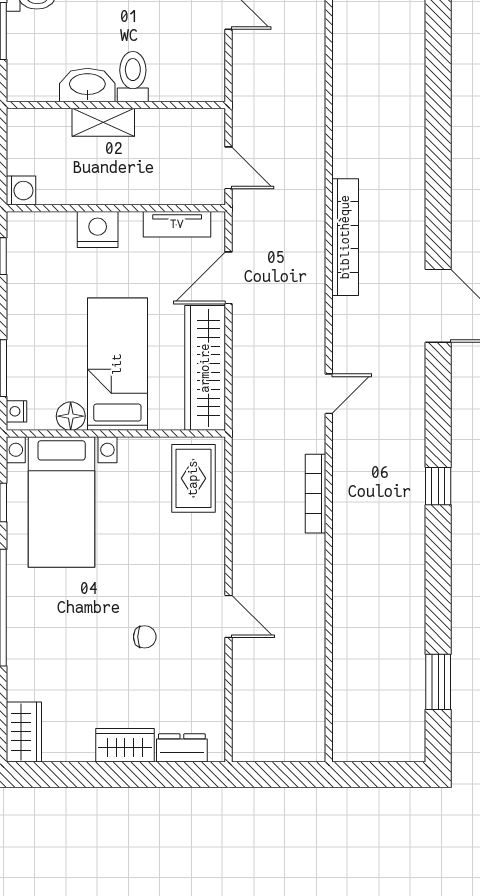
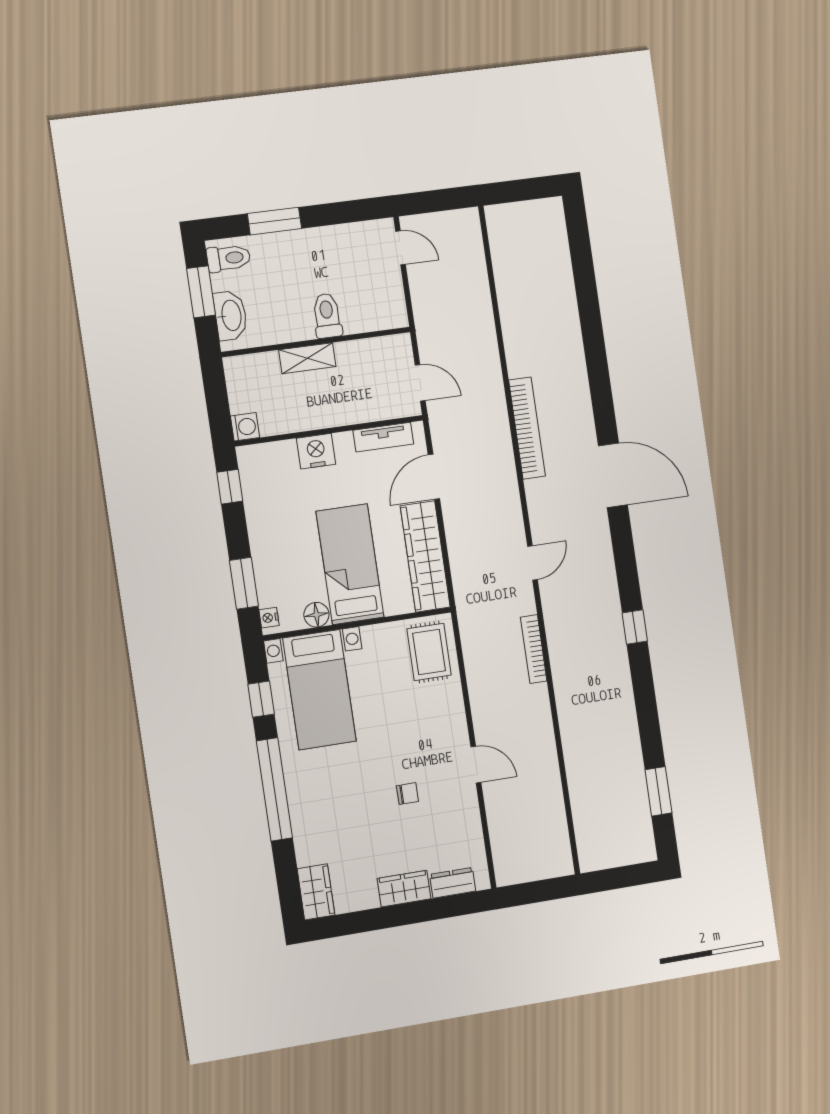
washbasin: (87, 85) -> (231, 315), moved, turned 90

